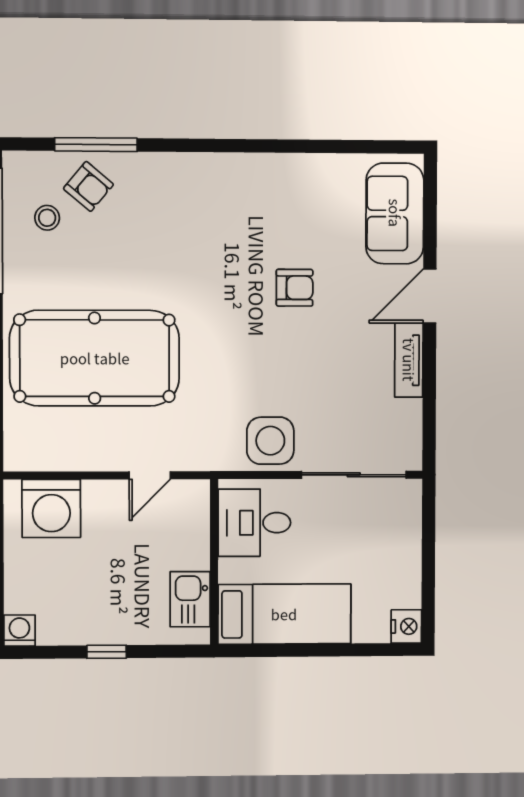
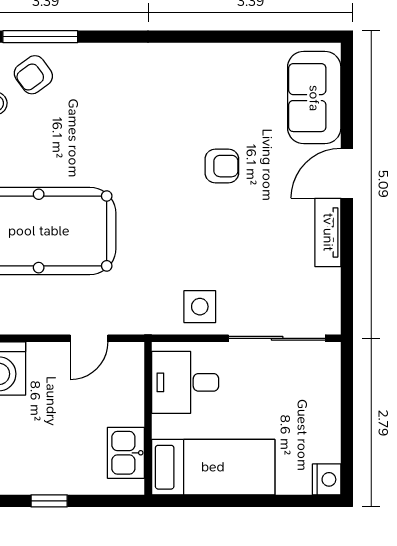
armchair: (88, 186) -> (33, 75), turned 104
side table: (270, 441) -> (200, 307), width x0.73, depth x0.73

